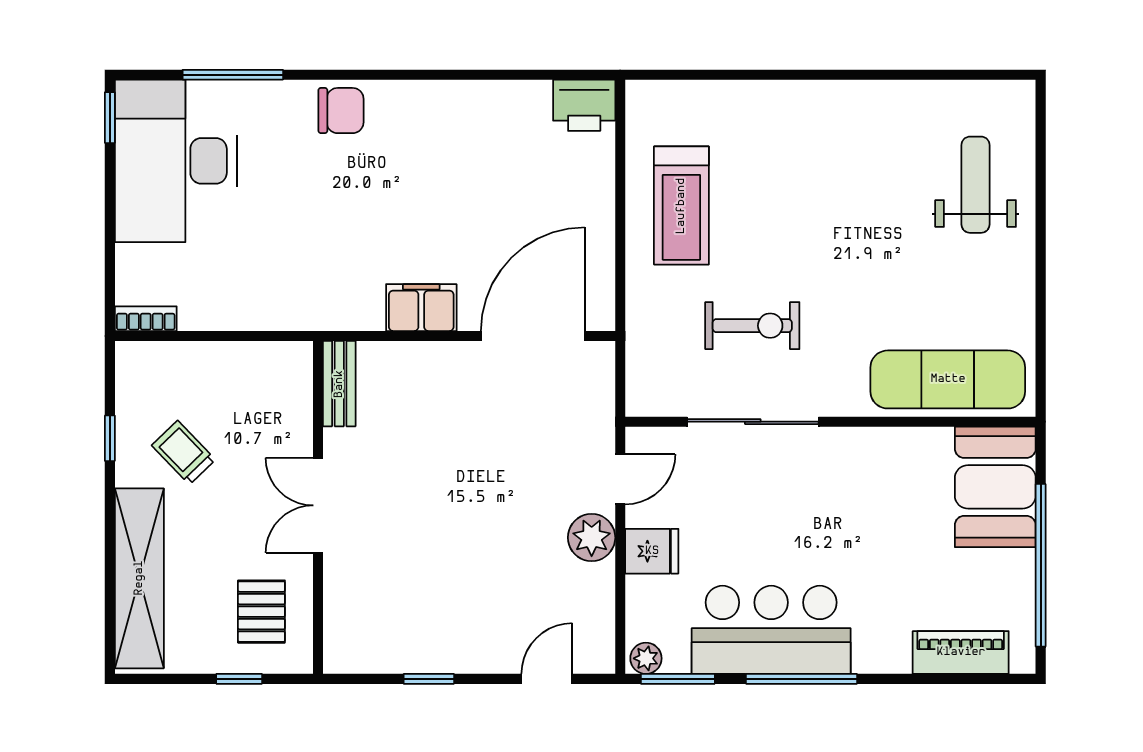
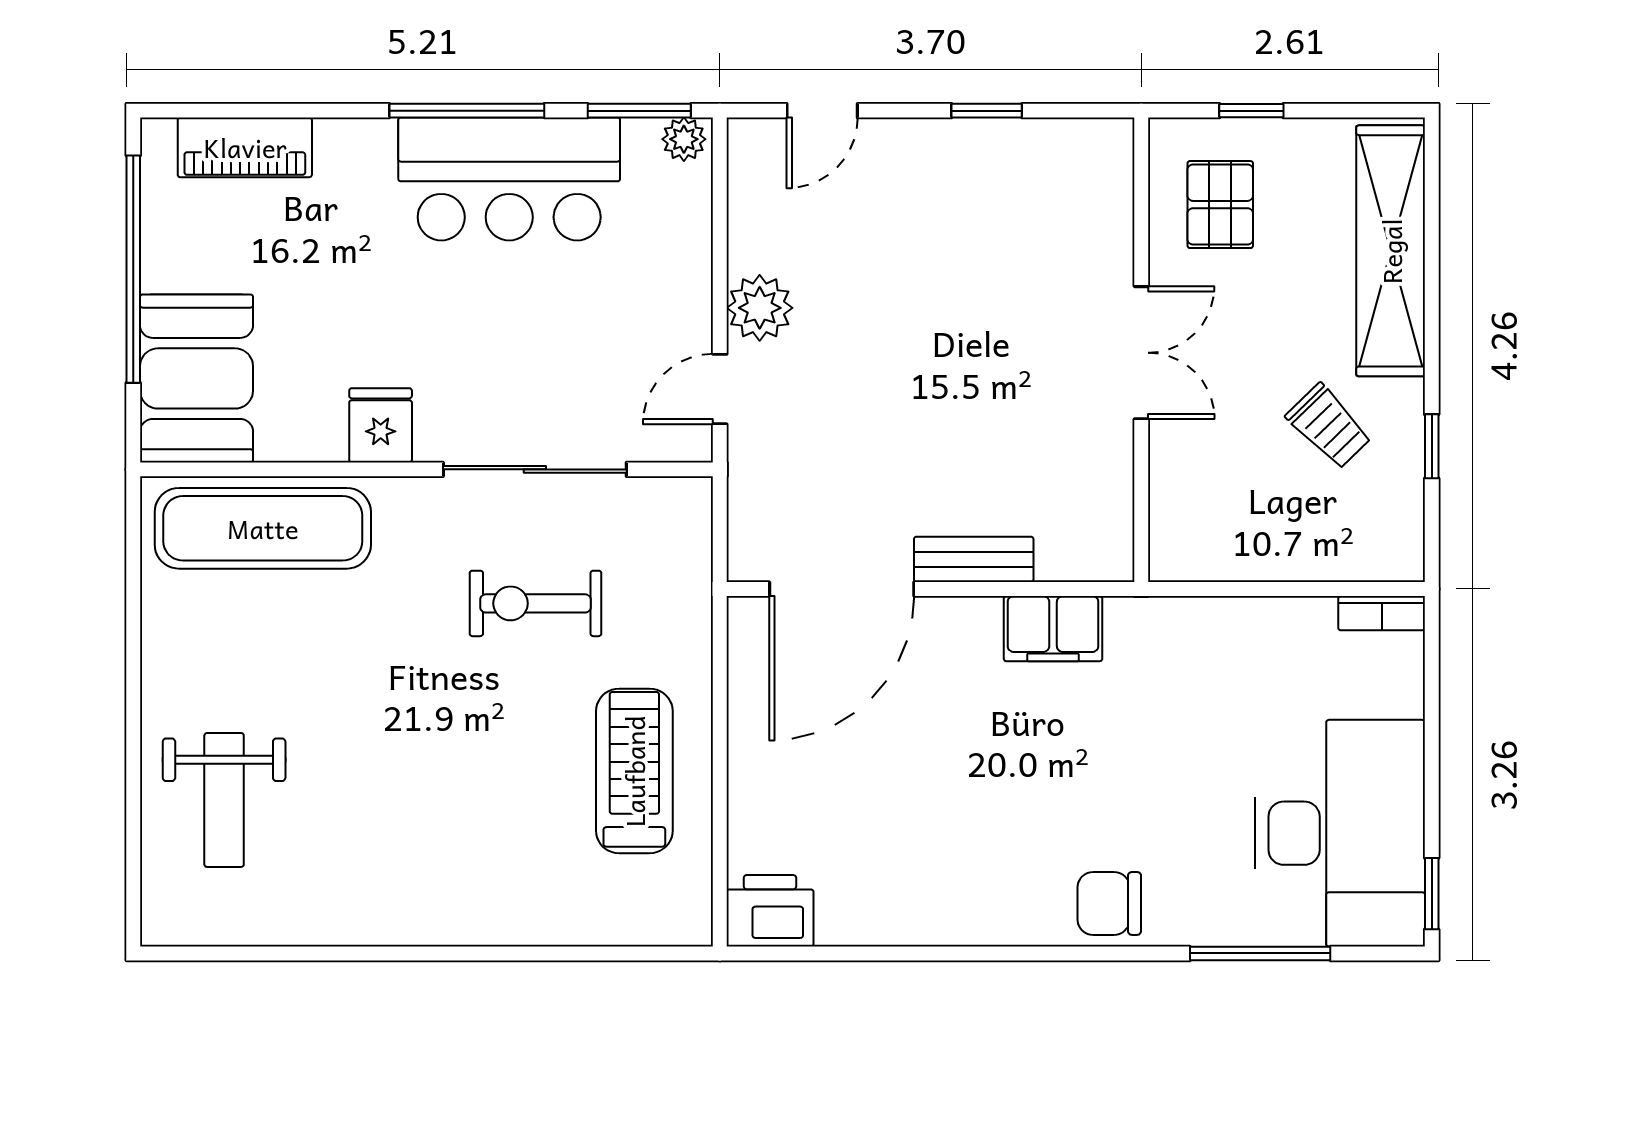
filing cabinet: (421, 308) -> (1053, 629), moved
bench: (339, 384) -> (974, 559), moved, turned 90
fridge: (652, 551) -> (381, 425), moved, turned 90

